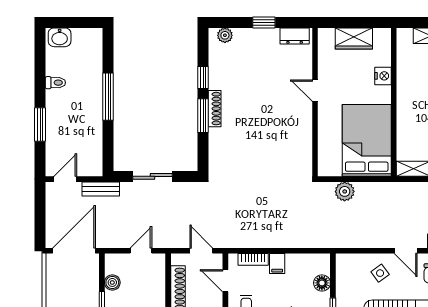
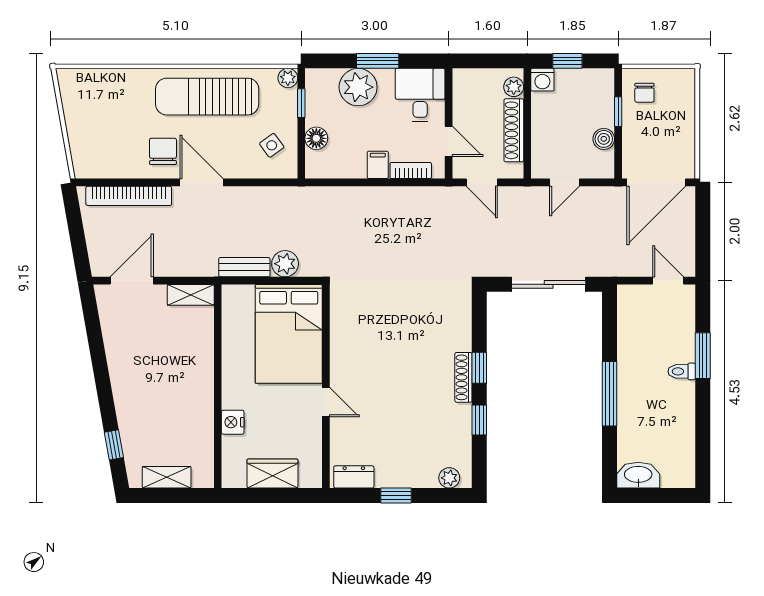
washbasin: (60, 37) -> (638, 475), moved, width x1.38
toilet: (55, 83) -> (682, 371), moved
window: (203, 116) -> (479, 368), width x0.67
bed: (367, 140) -> (289, 334), moved
sliding door: (152, 176) -> (549, 284), width x1.37
door: (65, 179) -> (668, 281), swing flipped
bench: (101, 189) -> (244, 267), moved
door: (406, 251) -> (201, 182), width x1.38
side table: (380, 273) -> (272, 145), moved

